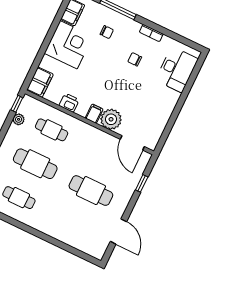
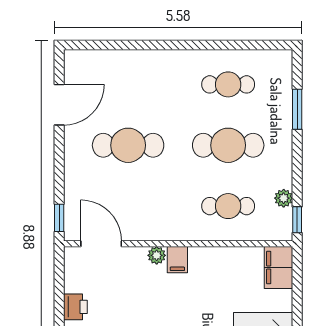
printer: (69, 103) -> (75, 307), moved, turned -90
plant: (111, 119) -> (157, 255), width x0.53, depth x0.53
window: (142, 183) -> (59, 218), moved
door: (118, 232) -> (59, 105), swing flipped

